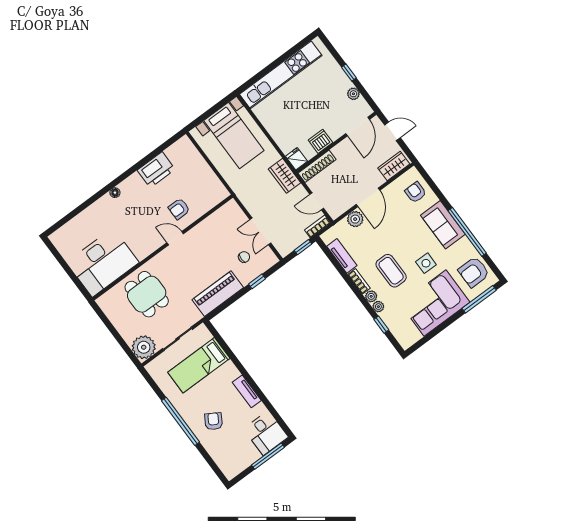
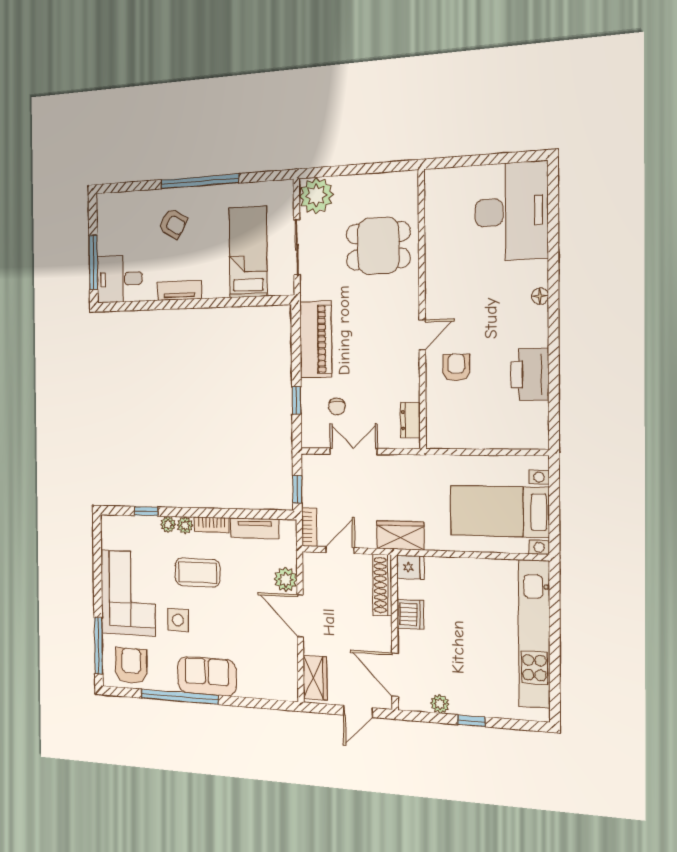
armchair: (416, 192) -> (266, 677), removed
dresser: (222, 213) -> (410, 420), added
desk: (103, 262) -> (511, 211), moved, turned 180

